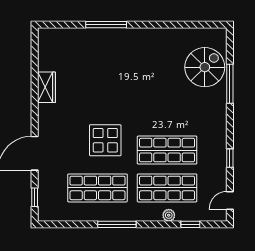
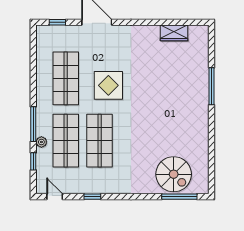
window: (230, 84) -> (179, 197), moved
wardrobe: (47, 87) -> (174, 33), moved
window: (117, 224) -> (33, 124), moved

